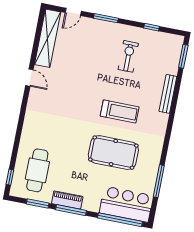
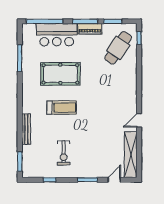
door: (29, 78) -> (139, 120), hinge flipped
treadmill: (120, 111) -> (62, 108), turned 180
cafe table: (37, 170) -> (118, 48), turned 34
bar counter: (126, 204) -> (57, 35), moved

